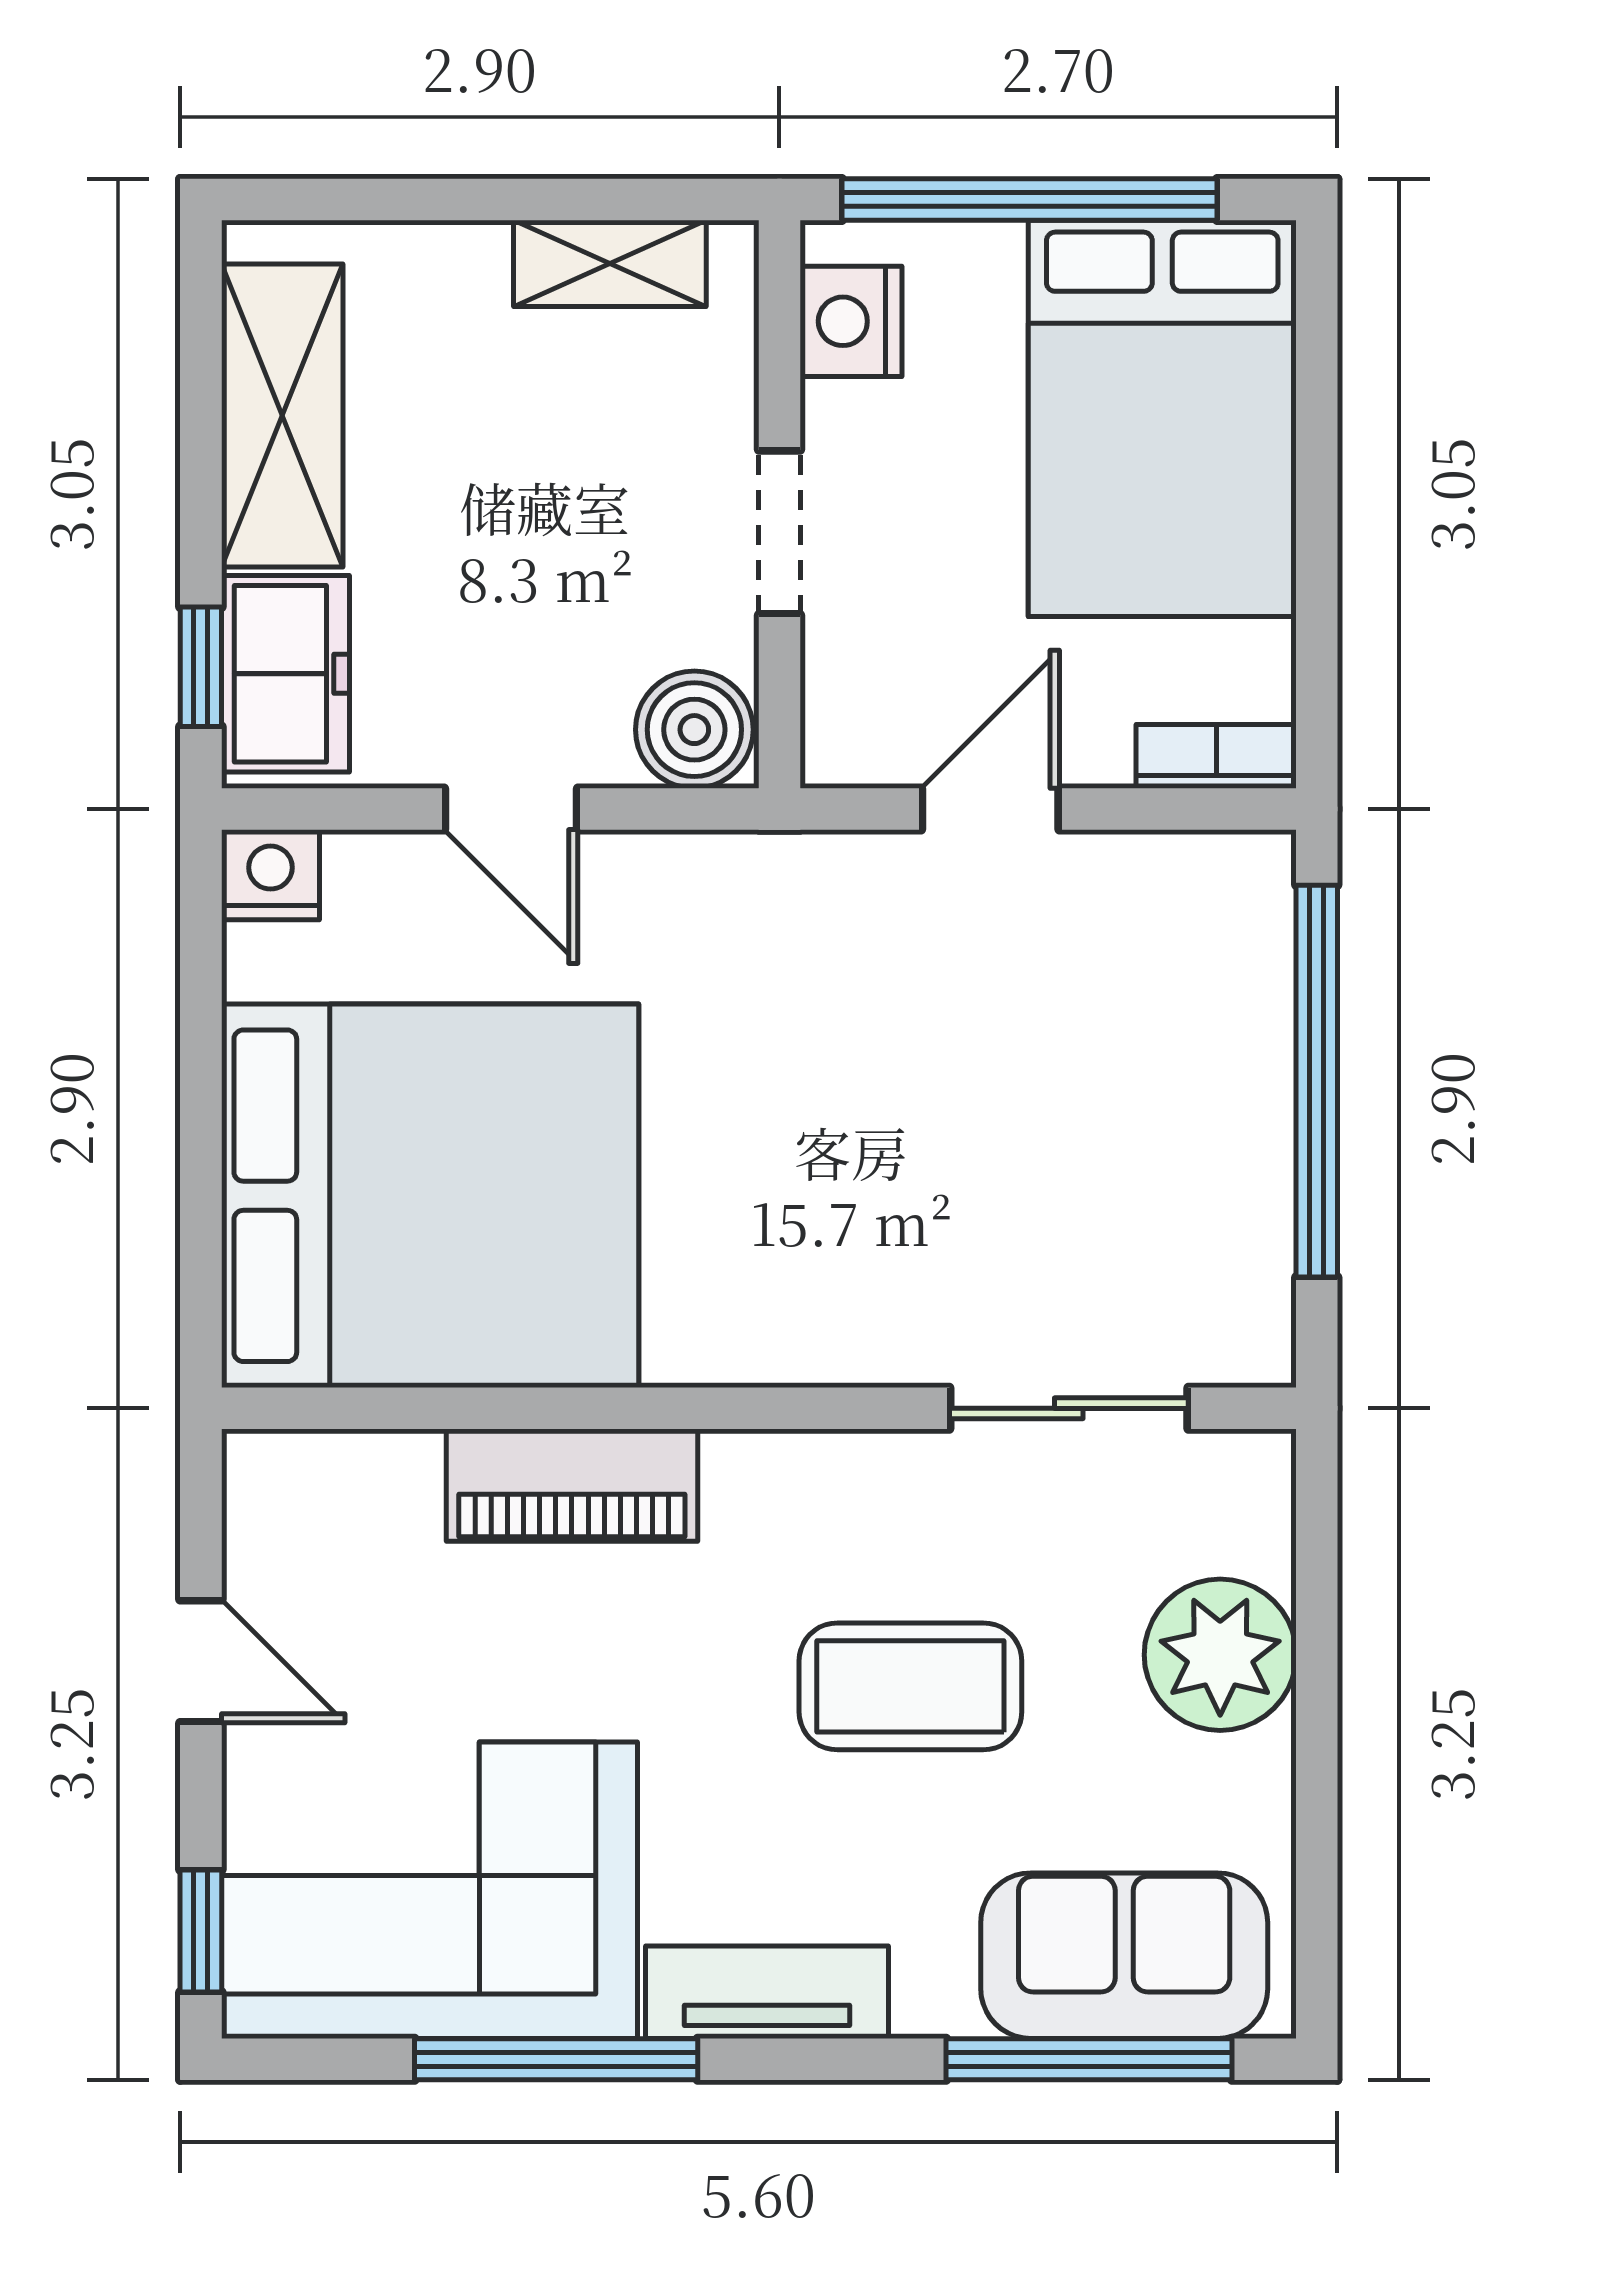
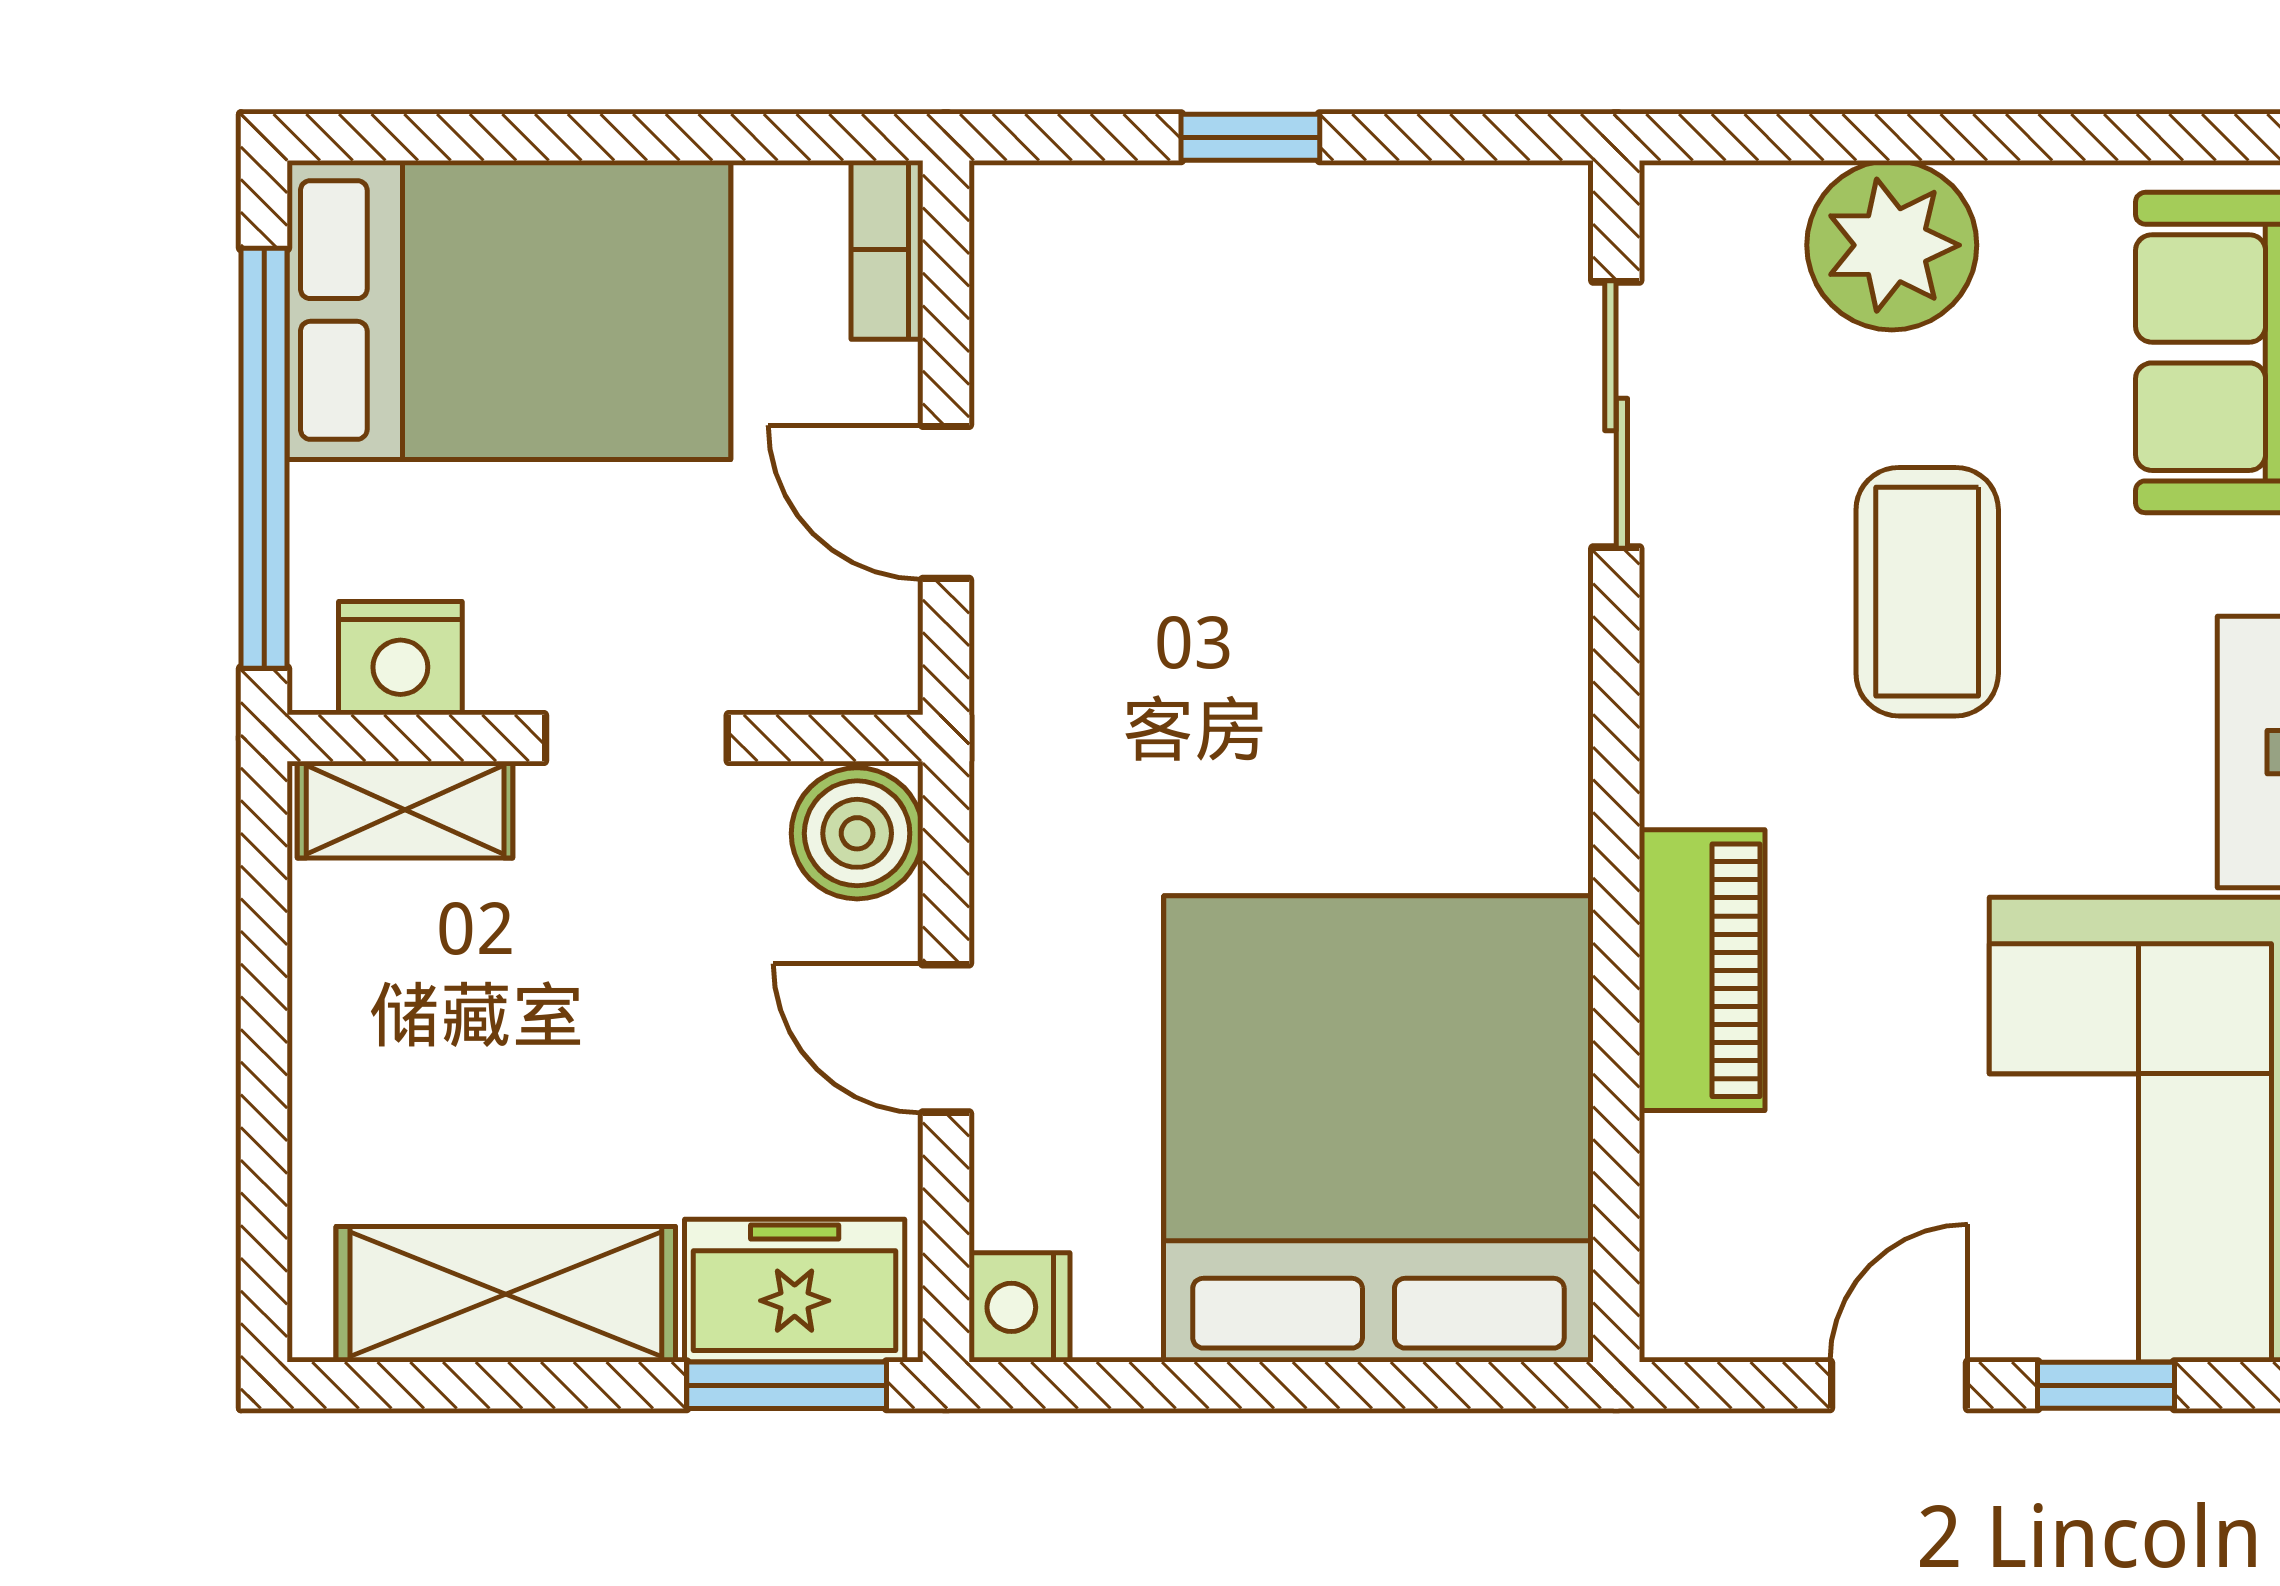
shelving: (610, 263) -> (405, 810), moved, turned 90
window: (201, 667) -> (787, 1385), width x1.50
door: (511, 809) -> (946, 1038), swing flipped
window: (1317, 1081) -> (1250, 137), width x0.32
window: (201, 1931) -> (2106, 1385), moved

